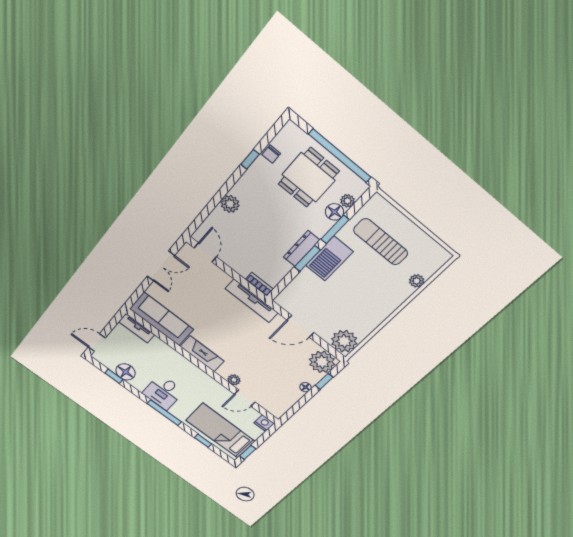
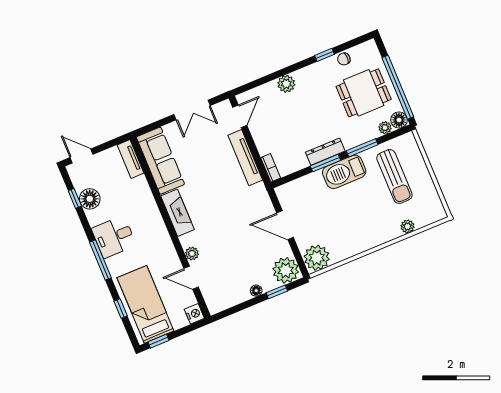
floor lamp: (334, 212) -> (399, 120), moved
sun lounger: (381, 242) -> (394, 176), turned 180
tv unit: (252, 301) -> (245, 158), moved

